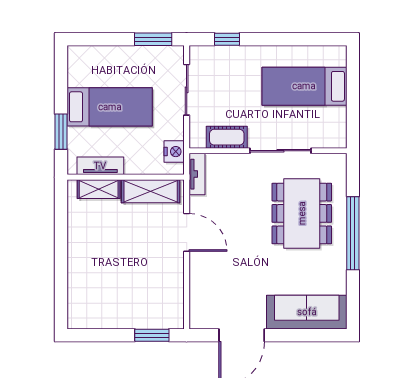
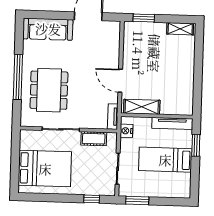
bed: (304, 86) -> (45, 169), width x1.50
tv unit: (100, 166) -> (172, 123), width x1.41
shelving: (99, 189) -> (180, 29), moved

